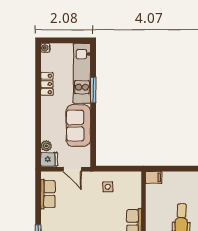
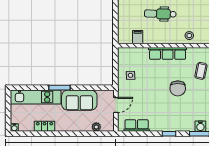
window: (93, 90) -> (60, 88), moved
fridge: (49, 159) -> (107, 125), removed
filing cabinet: (154, 177) -> (138, 37), moved

